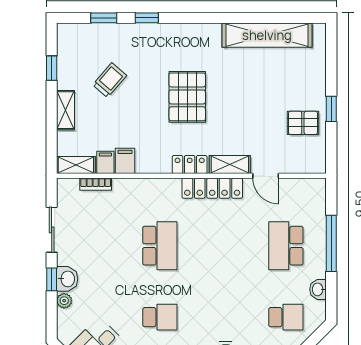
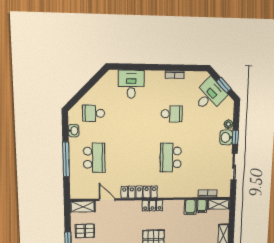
shelving: (230, 165) -> (83, 207), moved
school desk: (160, 317) -> (172, 114), turned 180

